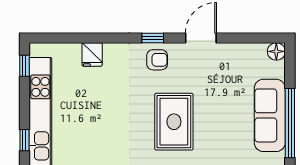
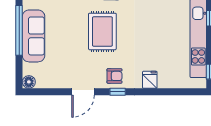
fridge: (92, 54) -> (150, 80), moved
armchair: (157, 60) -> (114, 76), turned 180

